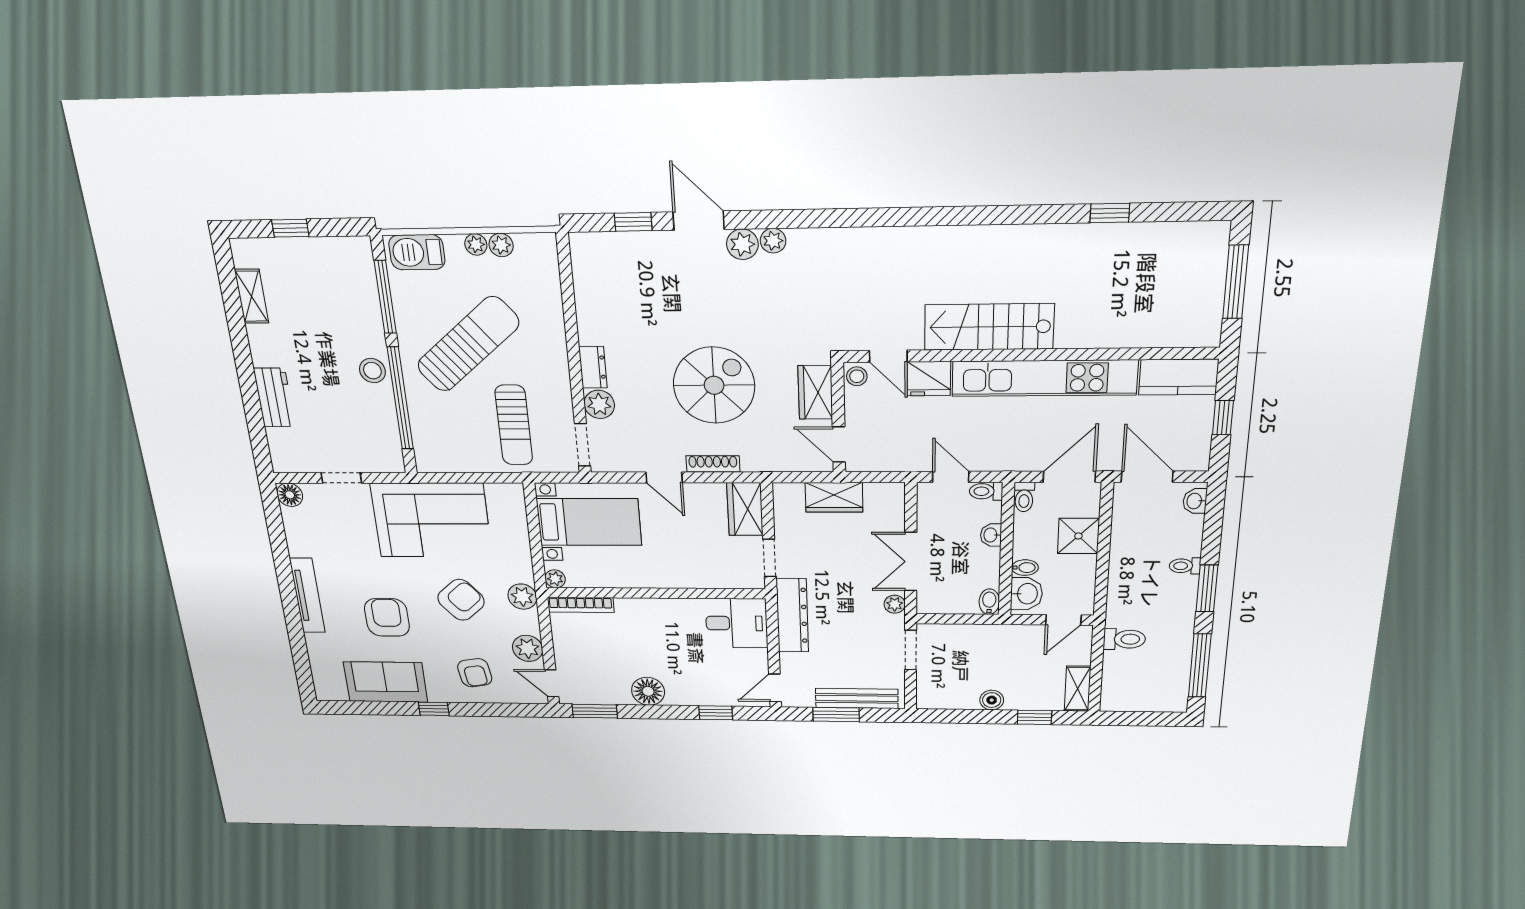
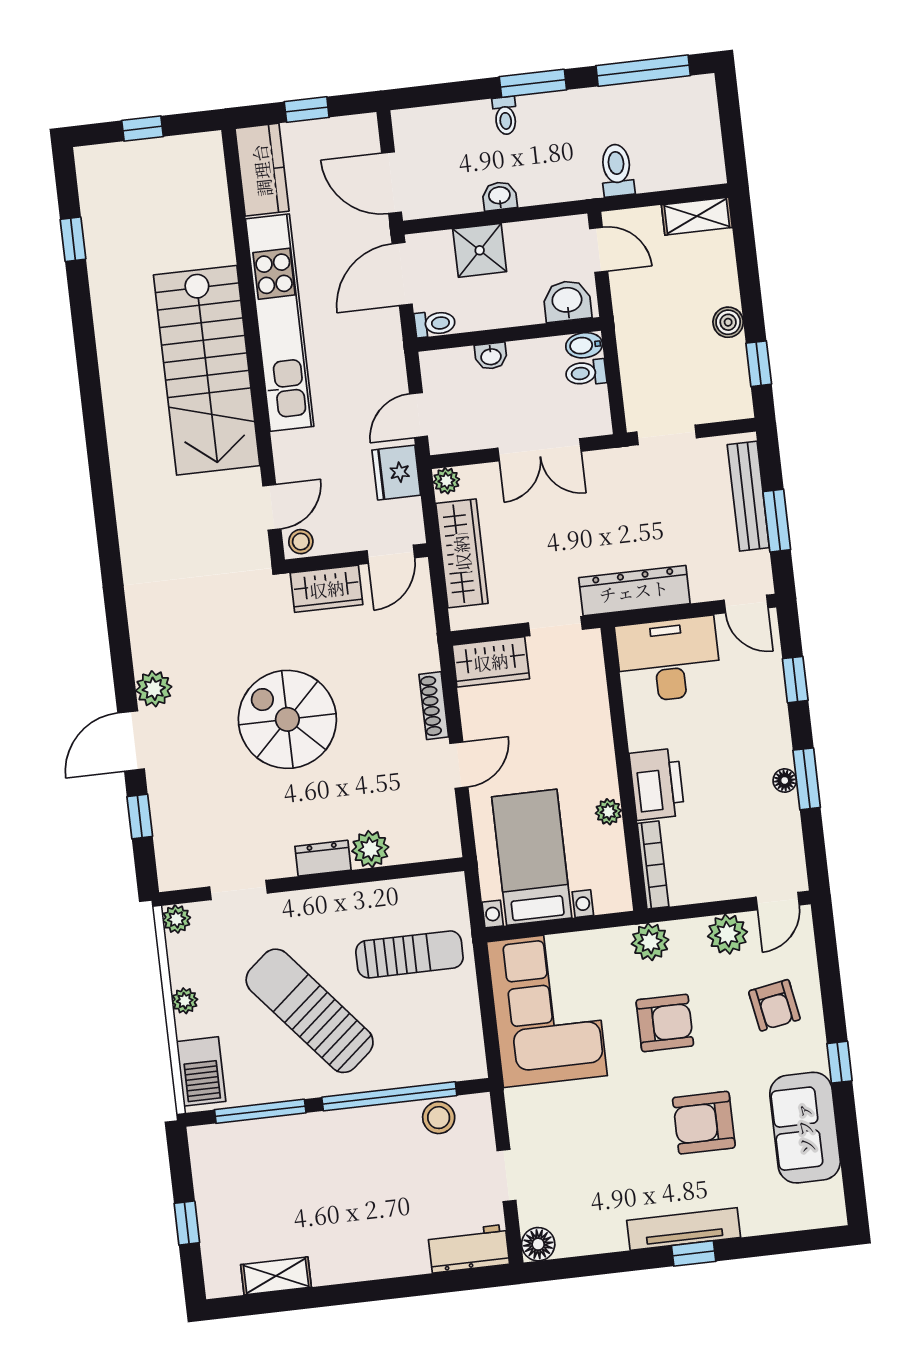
window: (1110, 213) -> (73, 239), moved
plant: (773, 241) -> (146, 654), removed
plant: (501, 245) -> (176, 919), moved
window: (1236, 282) -> (143, 129), width x0.46
stairs: (989, 327) -> (207, 370), width x1.36, depth x1.51
stool: (372, 371) -> (439, 1118), moved
fridge: (929, 379) -> (396, 473), moved, turned 180
spiral stairs: (714, 385) -> (287, 719), moved
workbench: (274, 397) -> (469, 1249), moved
doorway: (582, 445) -> (239, 890), moved
door: (1069, 477) -> (402, 274), hinge flipped
door: (1147, 477) -> (392, 183), hinge flipped
toilet: (986, 491) -> (586, 373), moved, turned 90
wardrobe: (834, 497) -> (462, 553), width x1.50
washbasin: (1195, 501) -> (499, 196), moved, turned 180
corner sofa: (431, 520) -> (547, 1009), moved
bidet: (1025, 568) -> (531, 308), removed
plant: (555, 579) -> (608, 812), moved
window: (290, 600) -> (694, 1253), added
armchair: (461, 600) -> (665, 1023), turned 131
plant: (895, 604) -> (446, 481), moved
printer: (642, 614) -> (657, 784), added
desk: (737, 623) -> (668, 660), width x1.37
armchair: (475, 673) -> (774, 1005), turned 89
floor lamp: (648, 691) -> (785, 780), width x0.53, depth x0.53
window: (595, 711) -> (807, 779), moved
window: (1034, 717) -> (759, 364), moved

